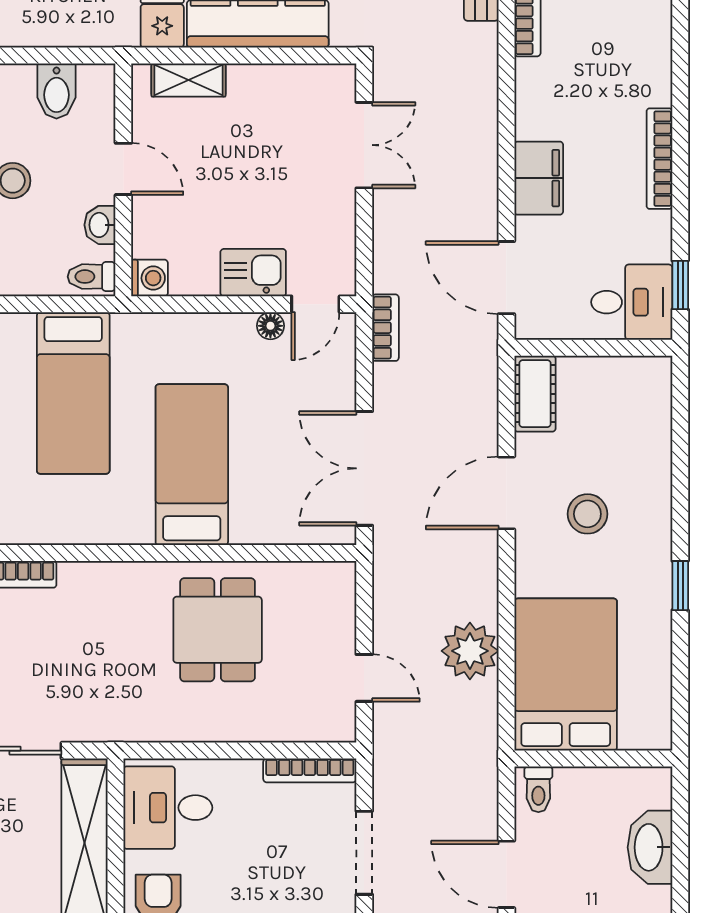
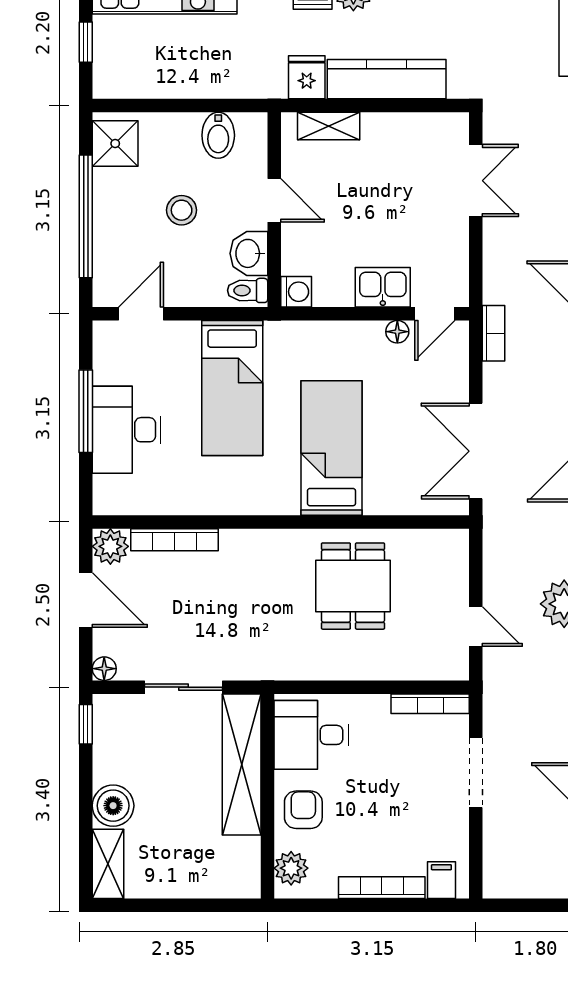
washbasin: (100, 225) -> (249, 253), width x1.38, depth x1.45

